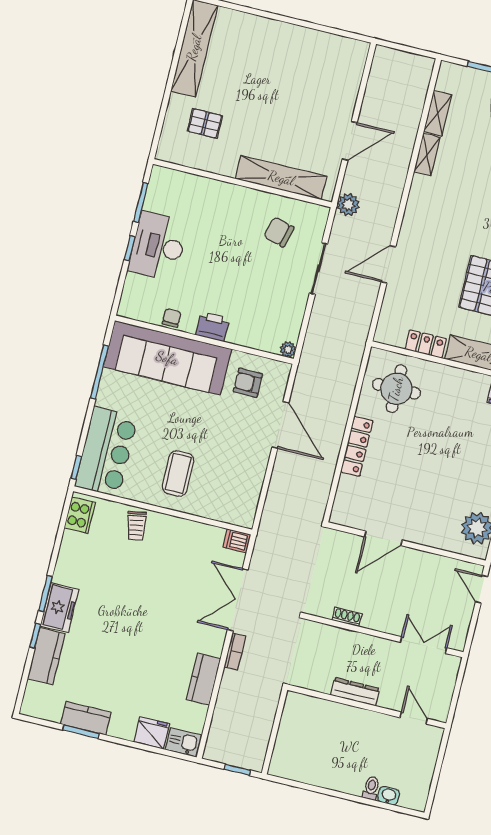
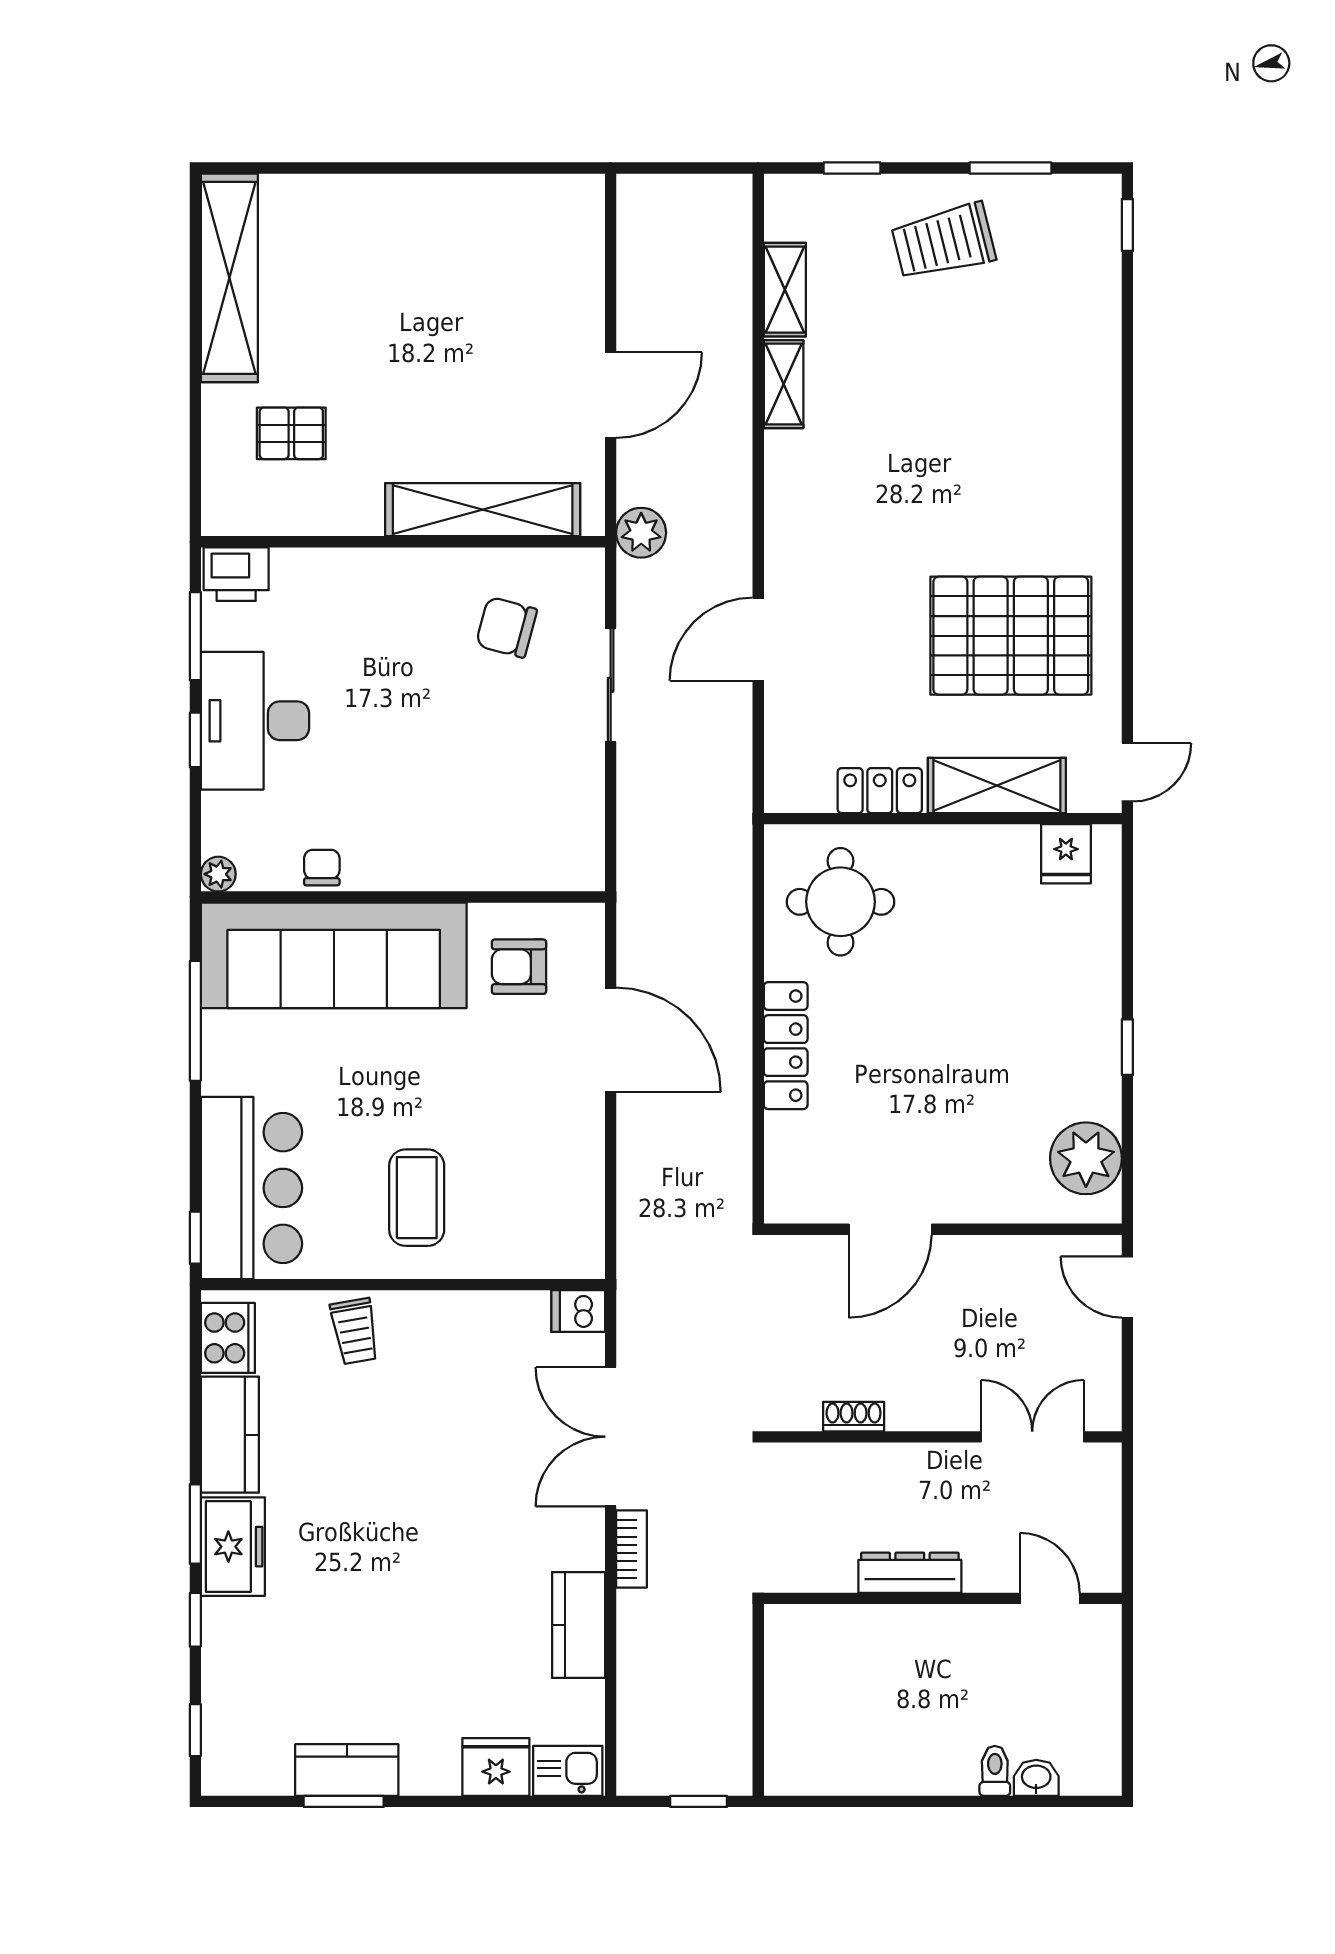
printer: (213, 327) -> (236, 574), moved, turned 180
plant: (288, 349) -> (218, 874), moved
kitchen counter: (46, 656) -> (230, 1435), moved
window: (23, 684) -> (195, 1730), added

